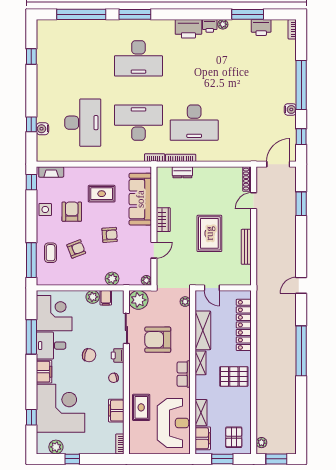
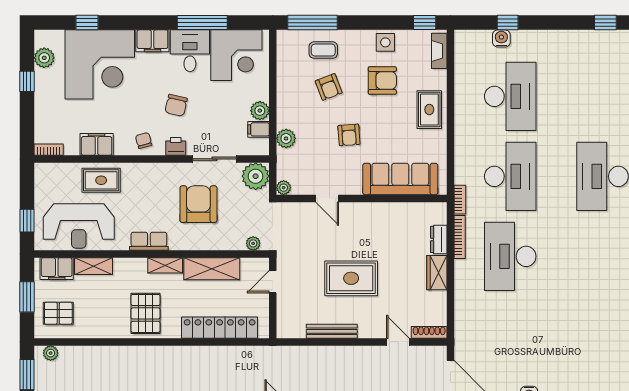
desk: (83, 123) -> (510, 96), turned -90
rug: (102, 194) -> (429, 110), moved
wardrobe: (163, 220) -> (437, 273), moved, turned 90
window: (169, 459) -> (27, 221), added

